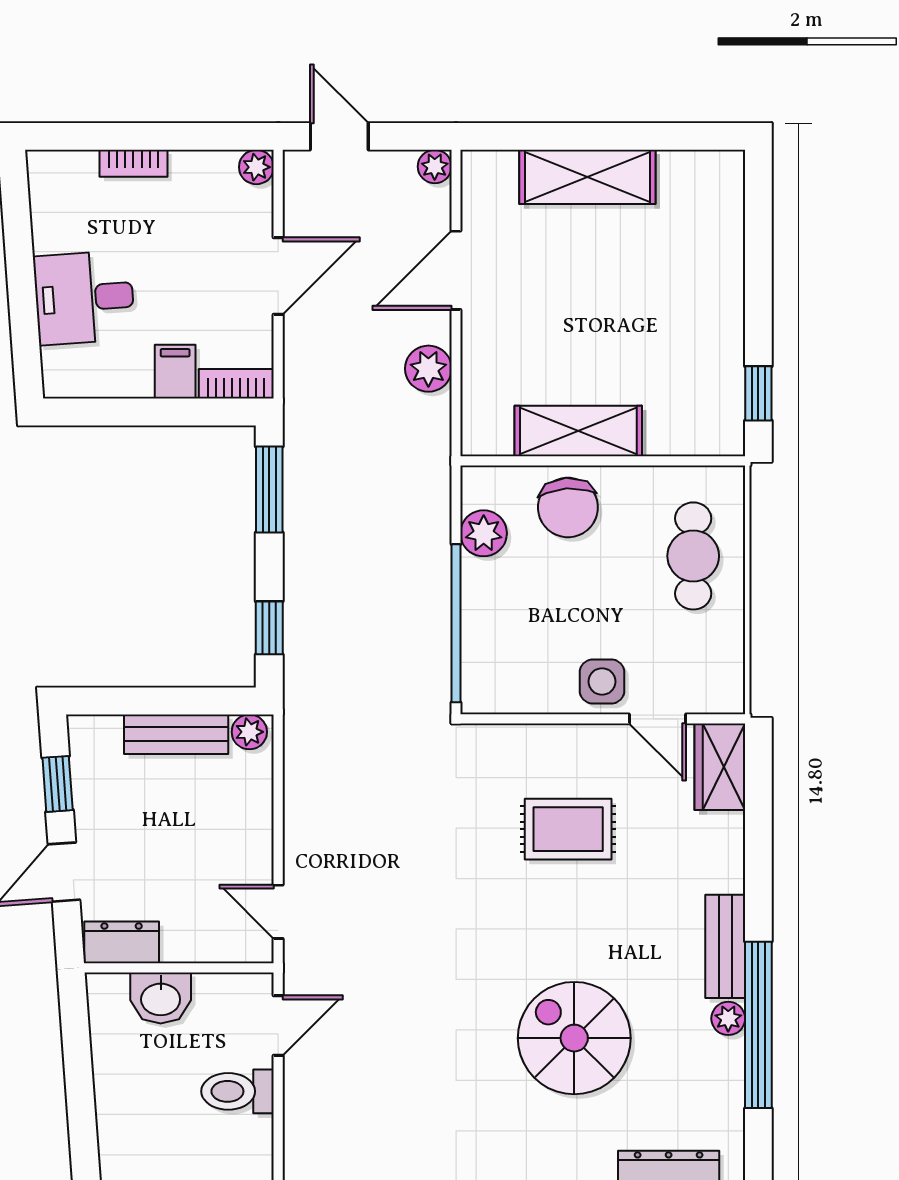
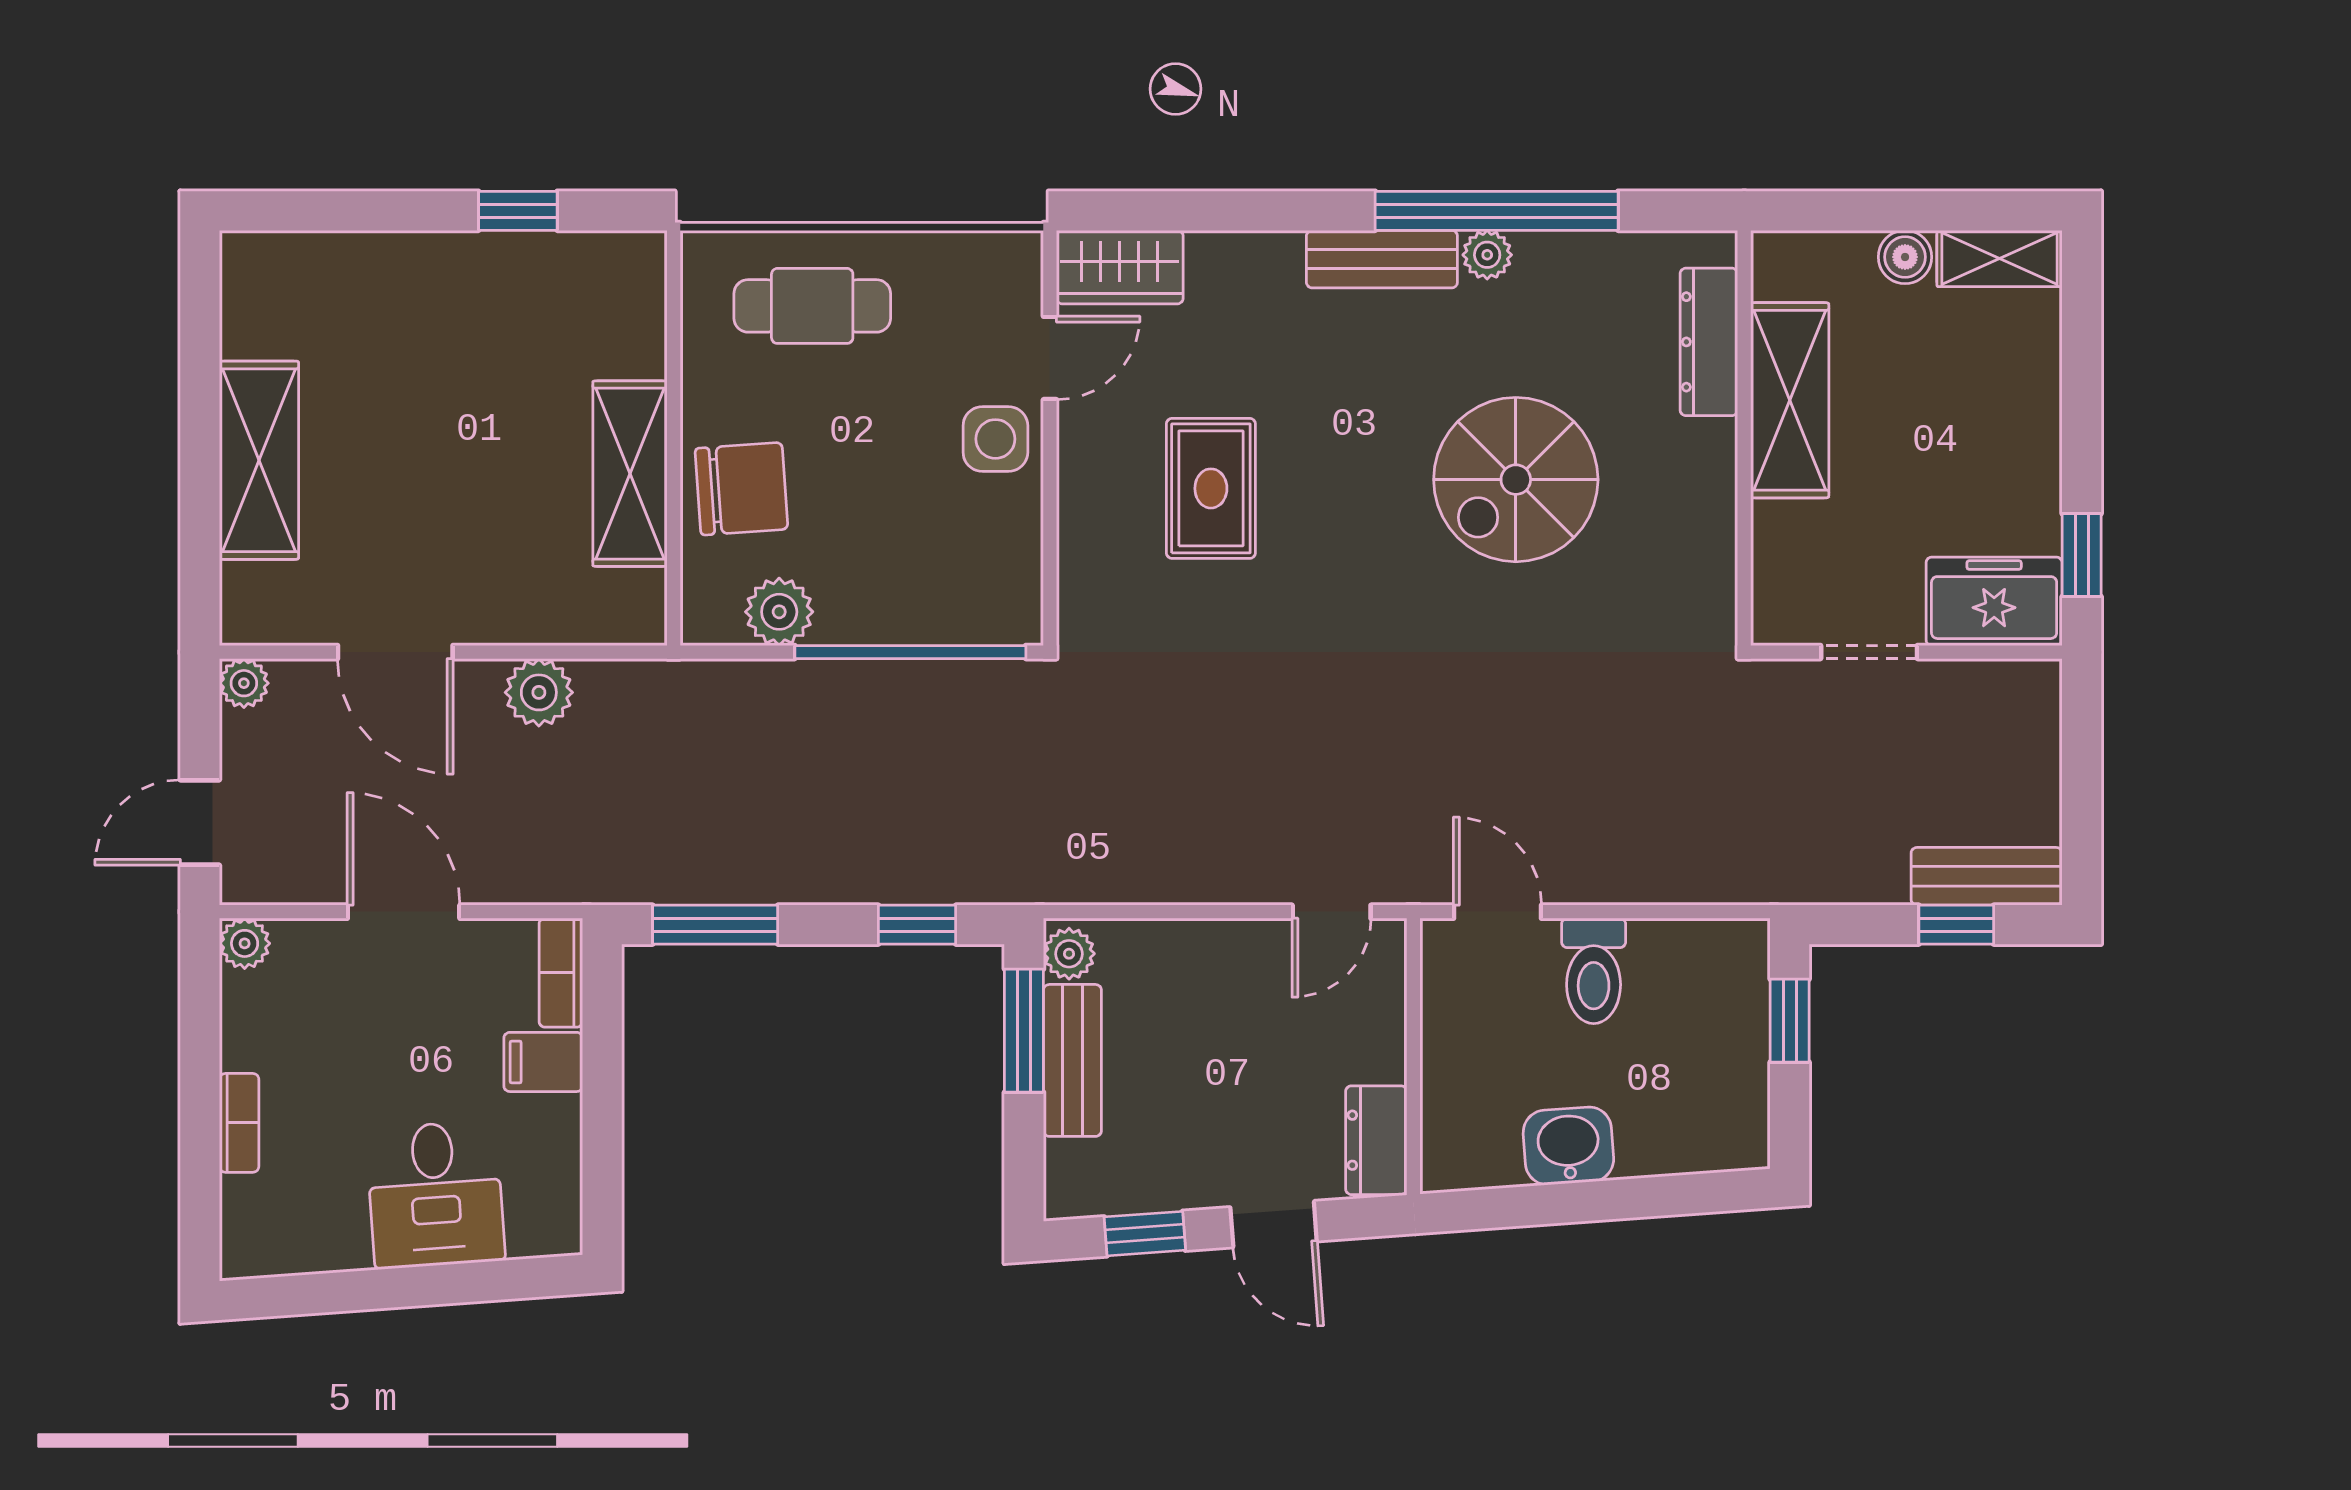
window: (758, 393) -> (518, 211), moved
window: (197, 701) -> (1024, 1031), added
washbasin: (161, 998) -> (1568, 1146), moved, turned -94

